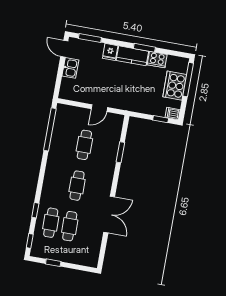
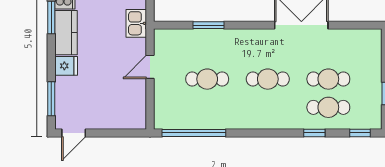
kitchen sink: (70, 68) -> (136, 23), moved, turned -90
door: (99, 108) -> (150, 67), swing flipped

